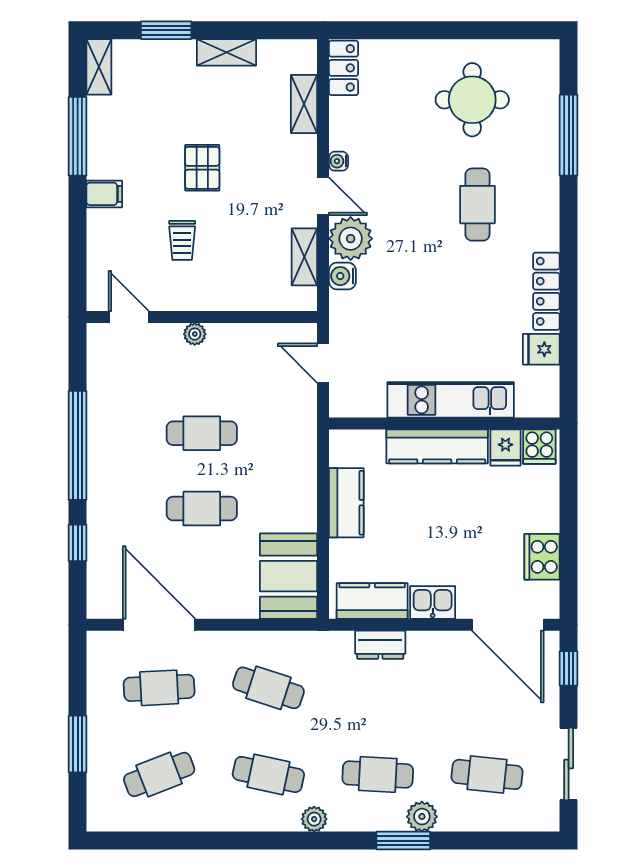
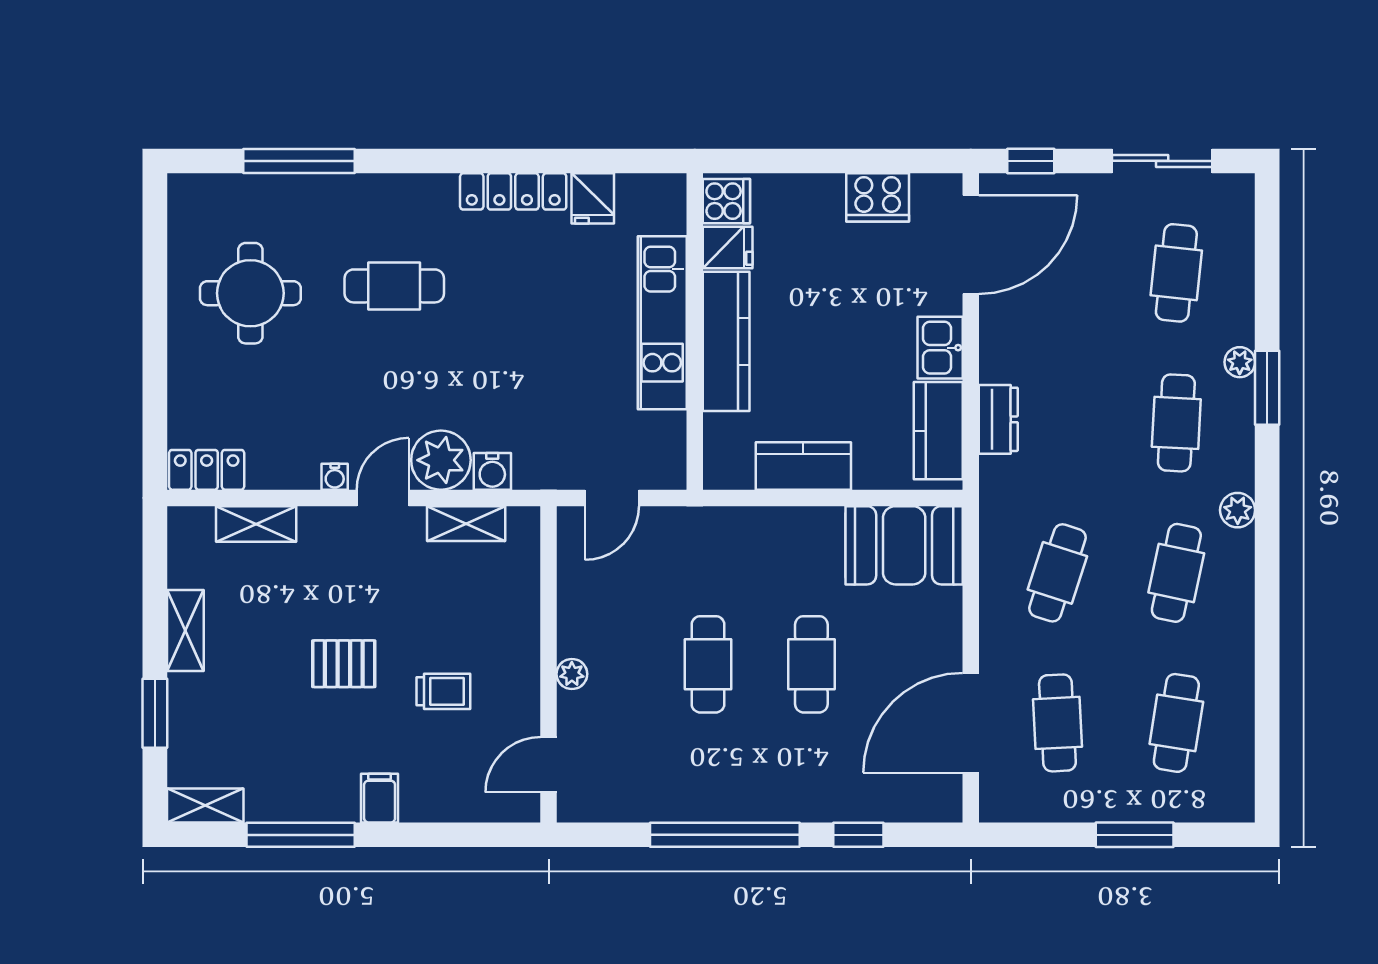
cafe table: (159, 774) -> (1176, 723), turned 30
plant: (422, 817) -> (1240, 362), width x0.73, depth x0.73

